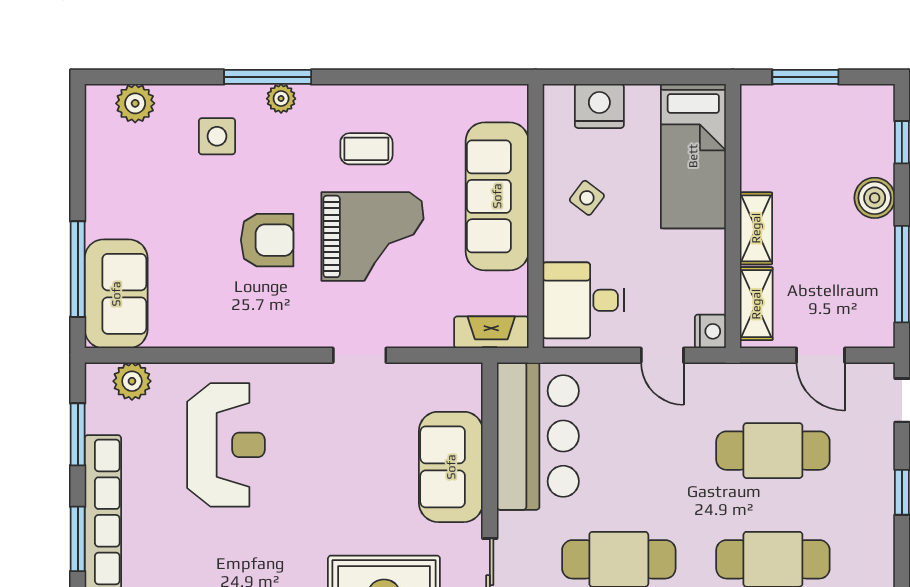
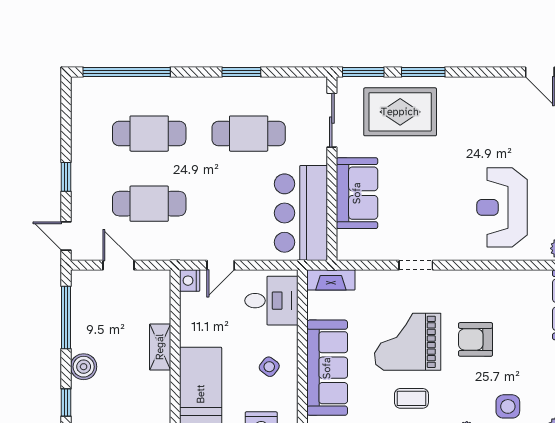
shelving: (756, 304) -> (160, 298), removed
door: (662, 355) -> (221, 265), swing flipped

